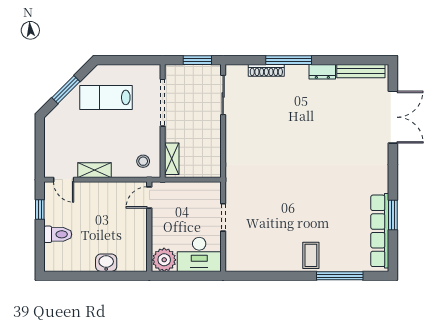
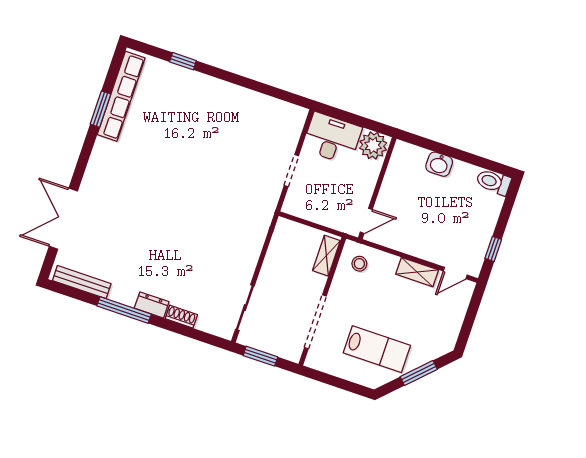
window: (289, 60) -> (124, 310), moved
shoe rack: (266, 70) -> (181, 317), width x0.70
dresser: (322, 72) -> (152, 305), moved
door: (64, 180) -> (455, 273), swing flipped
toilet: (58, 234) -> (493, 182), moved
coffee table: (311, 255) -> (207, 95), removed
window: (340, 276) -> (183, 61), width x0.46

